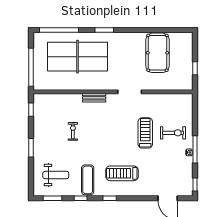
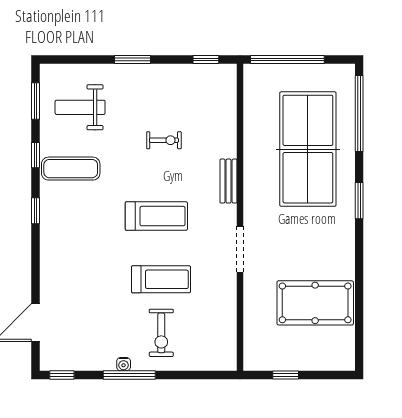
treadmill: (122, 173) -> (156, 216), moved, turned 90
weight bench: (56, 175) -> (80, 107), turned 90

